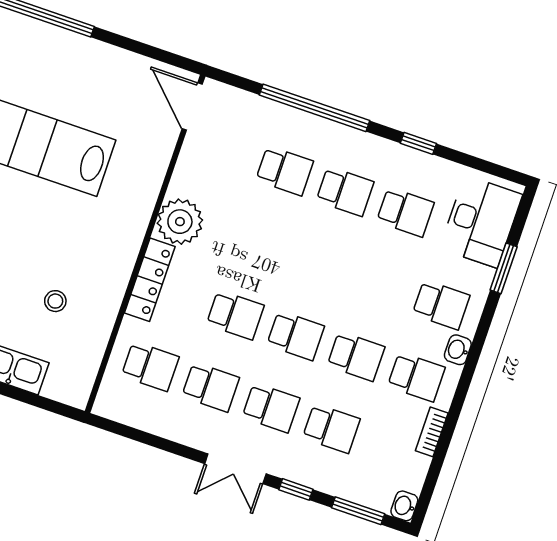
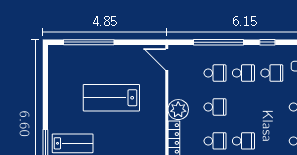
school desk: (356, 356) -> (215, 107), moved

